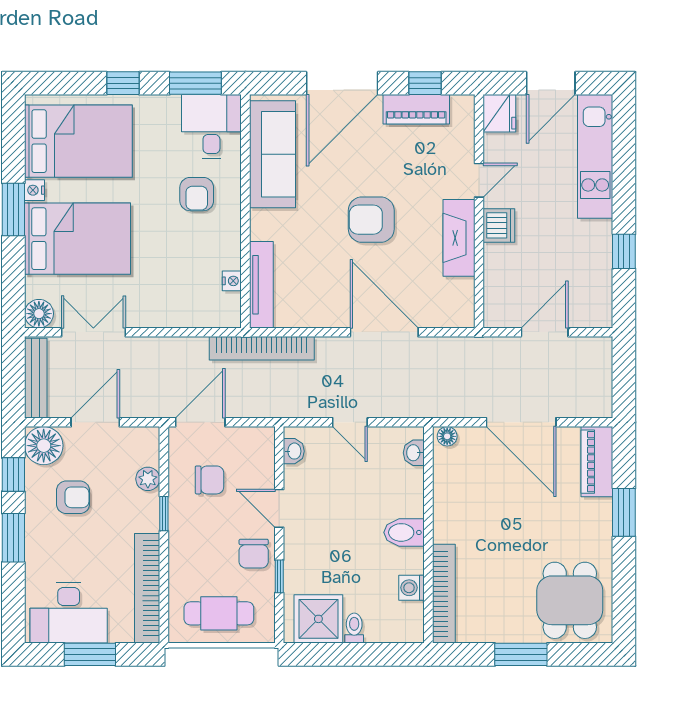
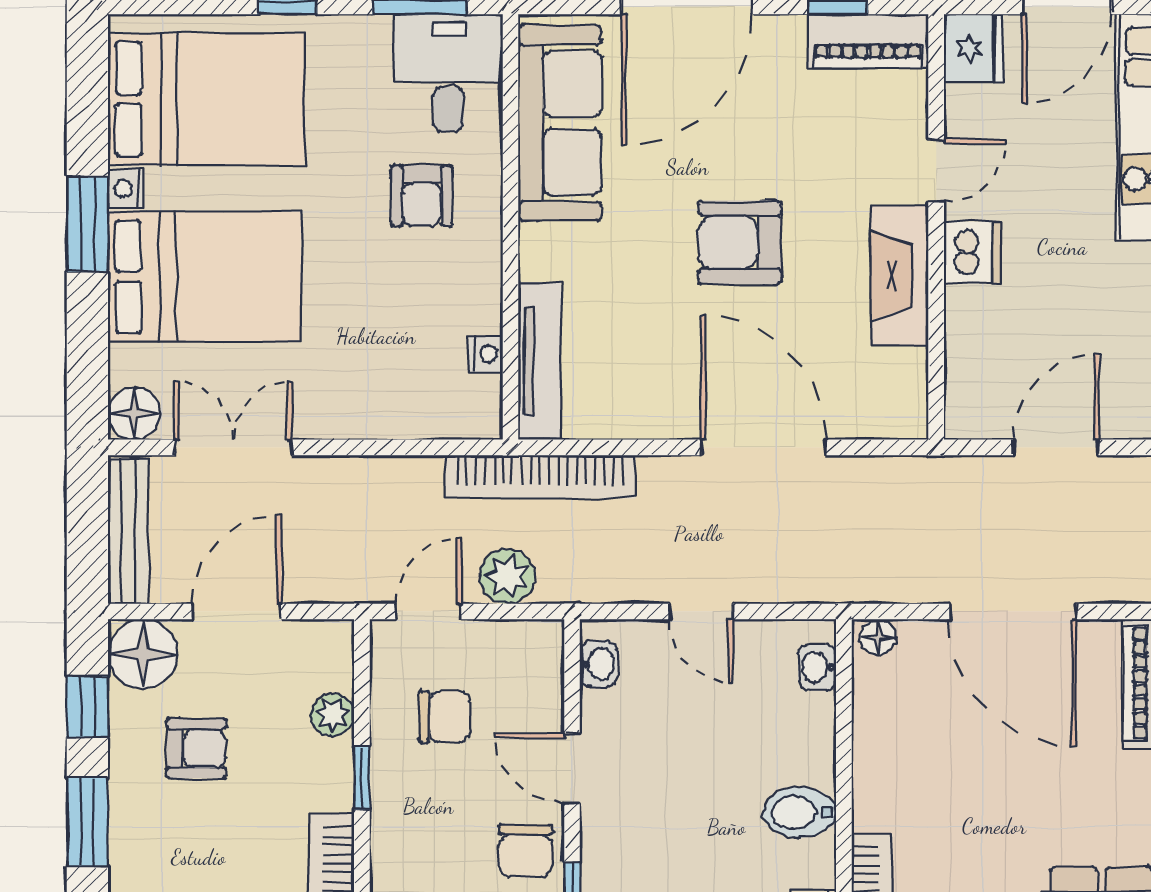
piano: (416, 109) -> (868, 41), moved
plant: (244, 403) -> (507, 576), added
door: (200, 422) -> (428, 611), width x0.73

